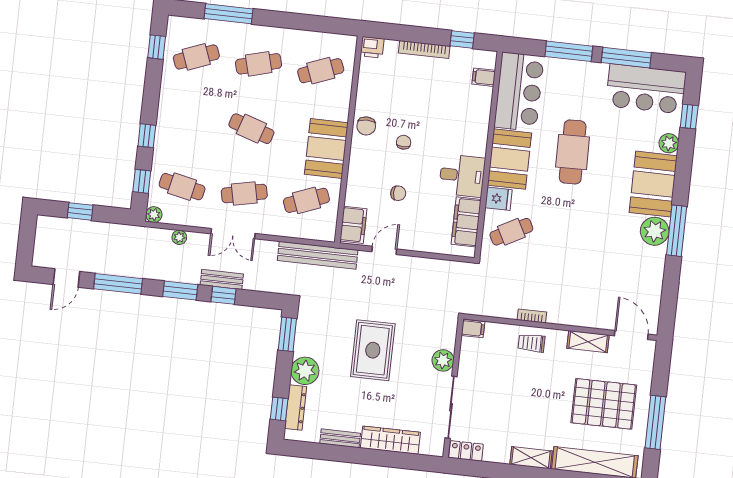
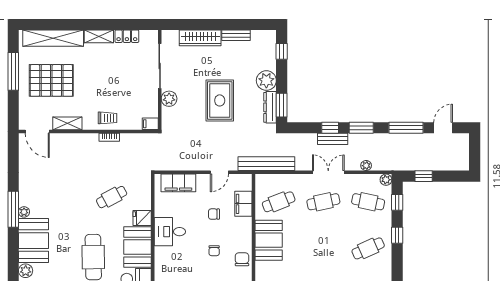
cafe table: (251, 129) -> (368, 248), moved, turned -42
window: (80, 211) -> (424, 176), moved
filing cabinet: (466, 222) -> (178, 183), moved, turned 90
filing cabinet: (353, 225) -> (243, 204), moved
plant: (655, 231) -> (24, 212), width x0.53, depth x0.53
cafe table: (511, 232) -> (112, 197), moved
dresser: (296, 408) -> (270, 107), moved
locker: (466, 451) -> (127, 36), moved

